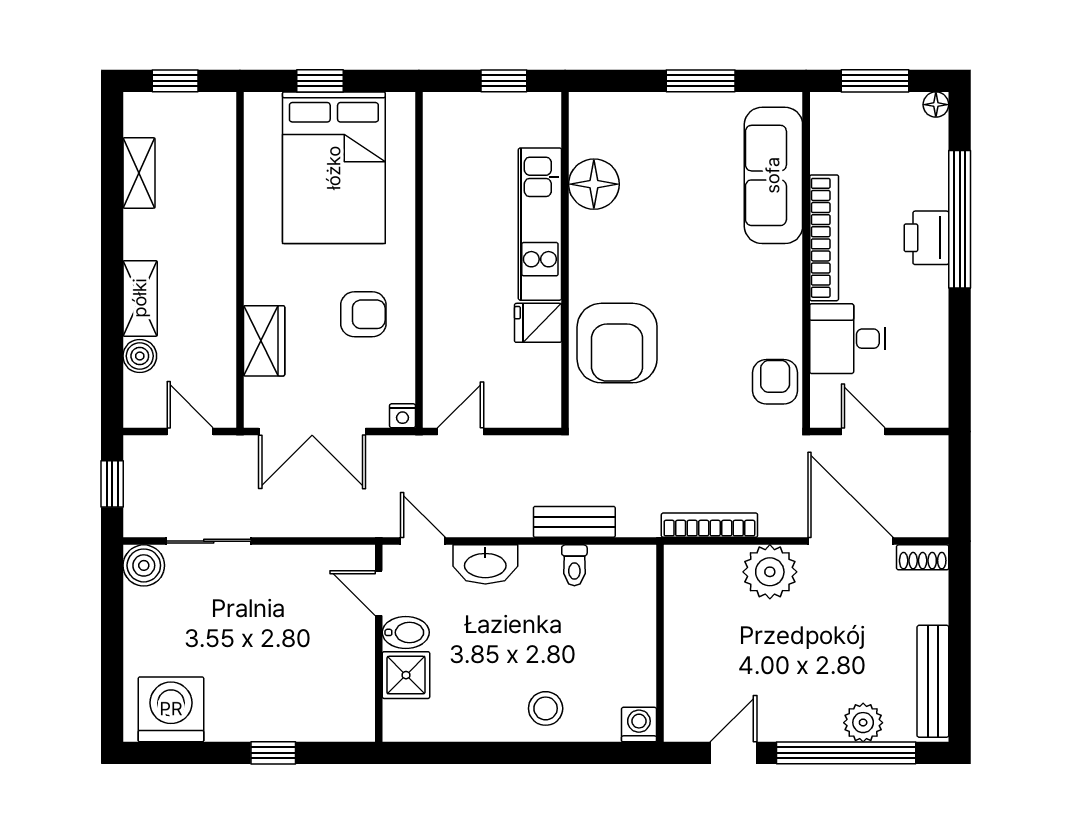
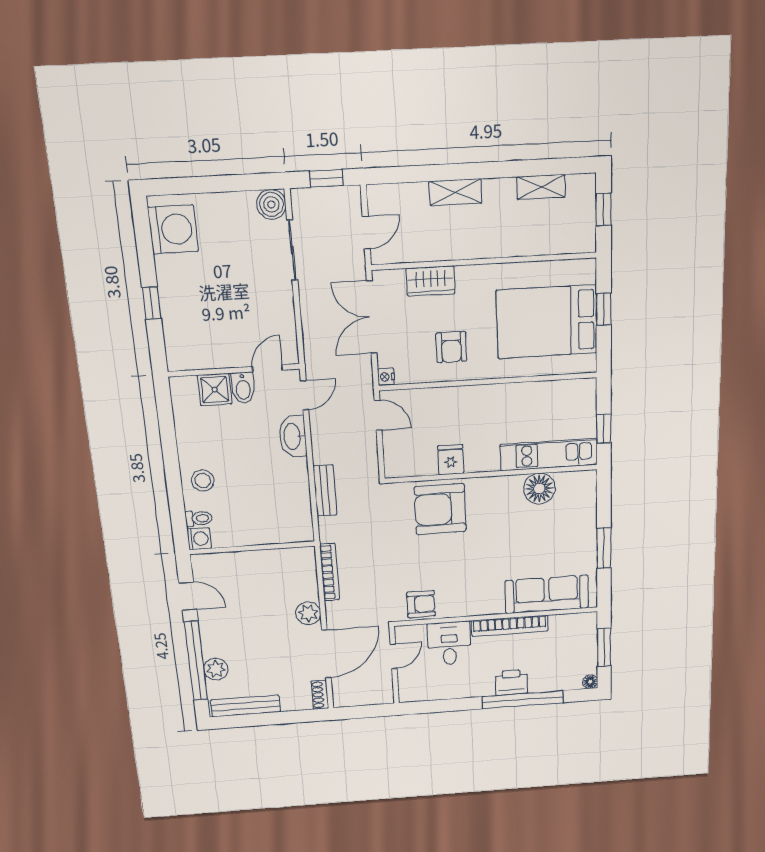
kitchen unit: (540, 224) -> (549, 455), moved
boiler: (140, 356) -> (416, 194), removed
toilet: (574, 565) -> (199, 518), moved, turned 180
plant: (770, 572) -> (308, 613), width x0.73, depth x0.73

